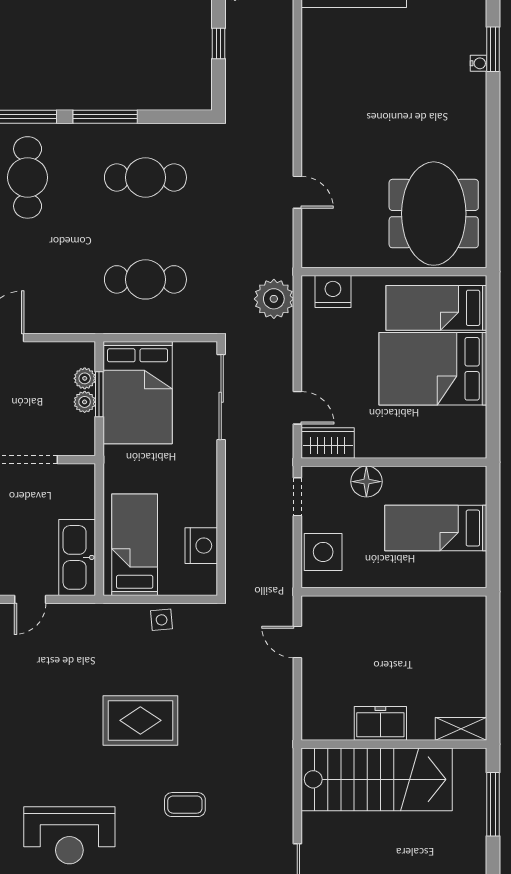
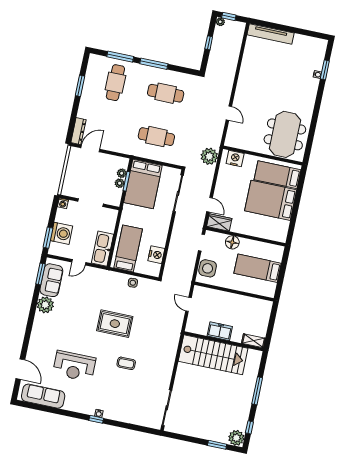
freezer: (380, 723) -> (220, 331), moved
shelving: (461, 729) -> (254, 341), moved
wall: (394, 744) -> (224, 341), moved
stairs: (377, 779) -> (213, 355), moved

